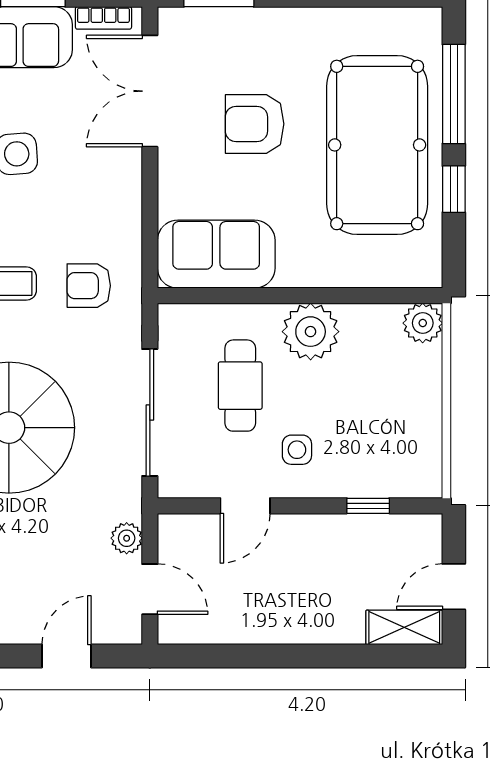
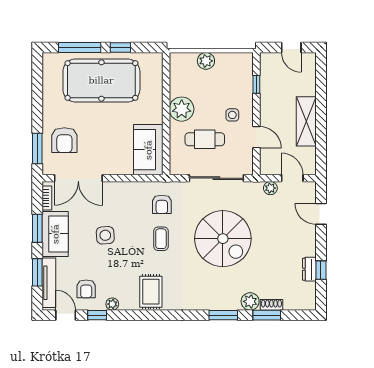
armchair: (255, 124) -> (64, 140), moved
plant: (423, 323) -> (206, 61), moved
door: (150, 589) -> (292, 178), hinge flipped
shelving: (404, 627) -> (306, 121), moved, width x1.50, depth x1.33

